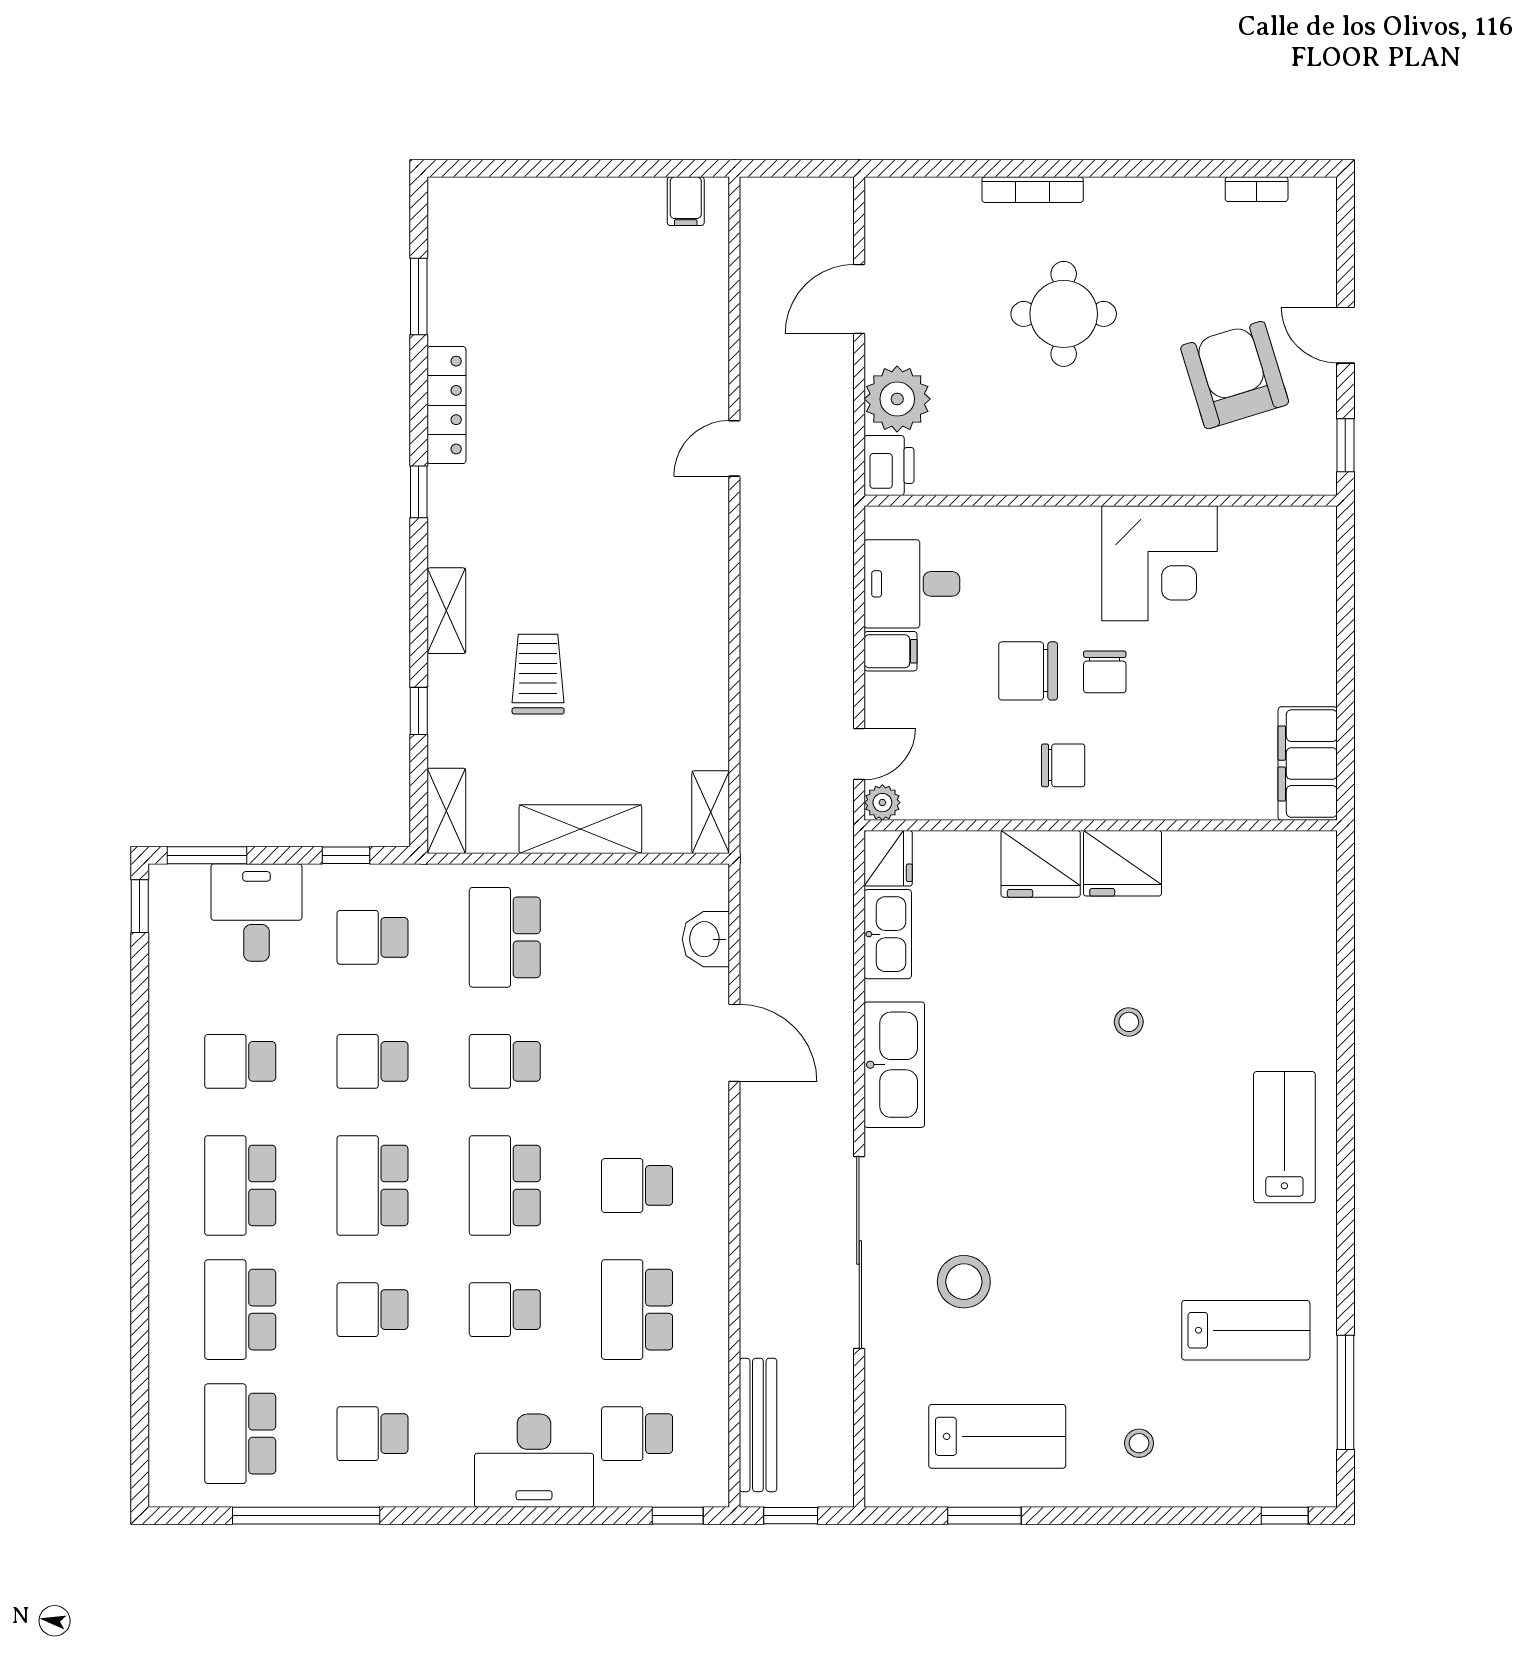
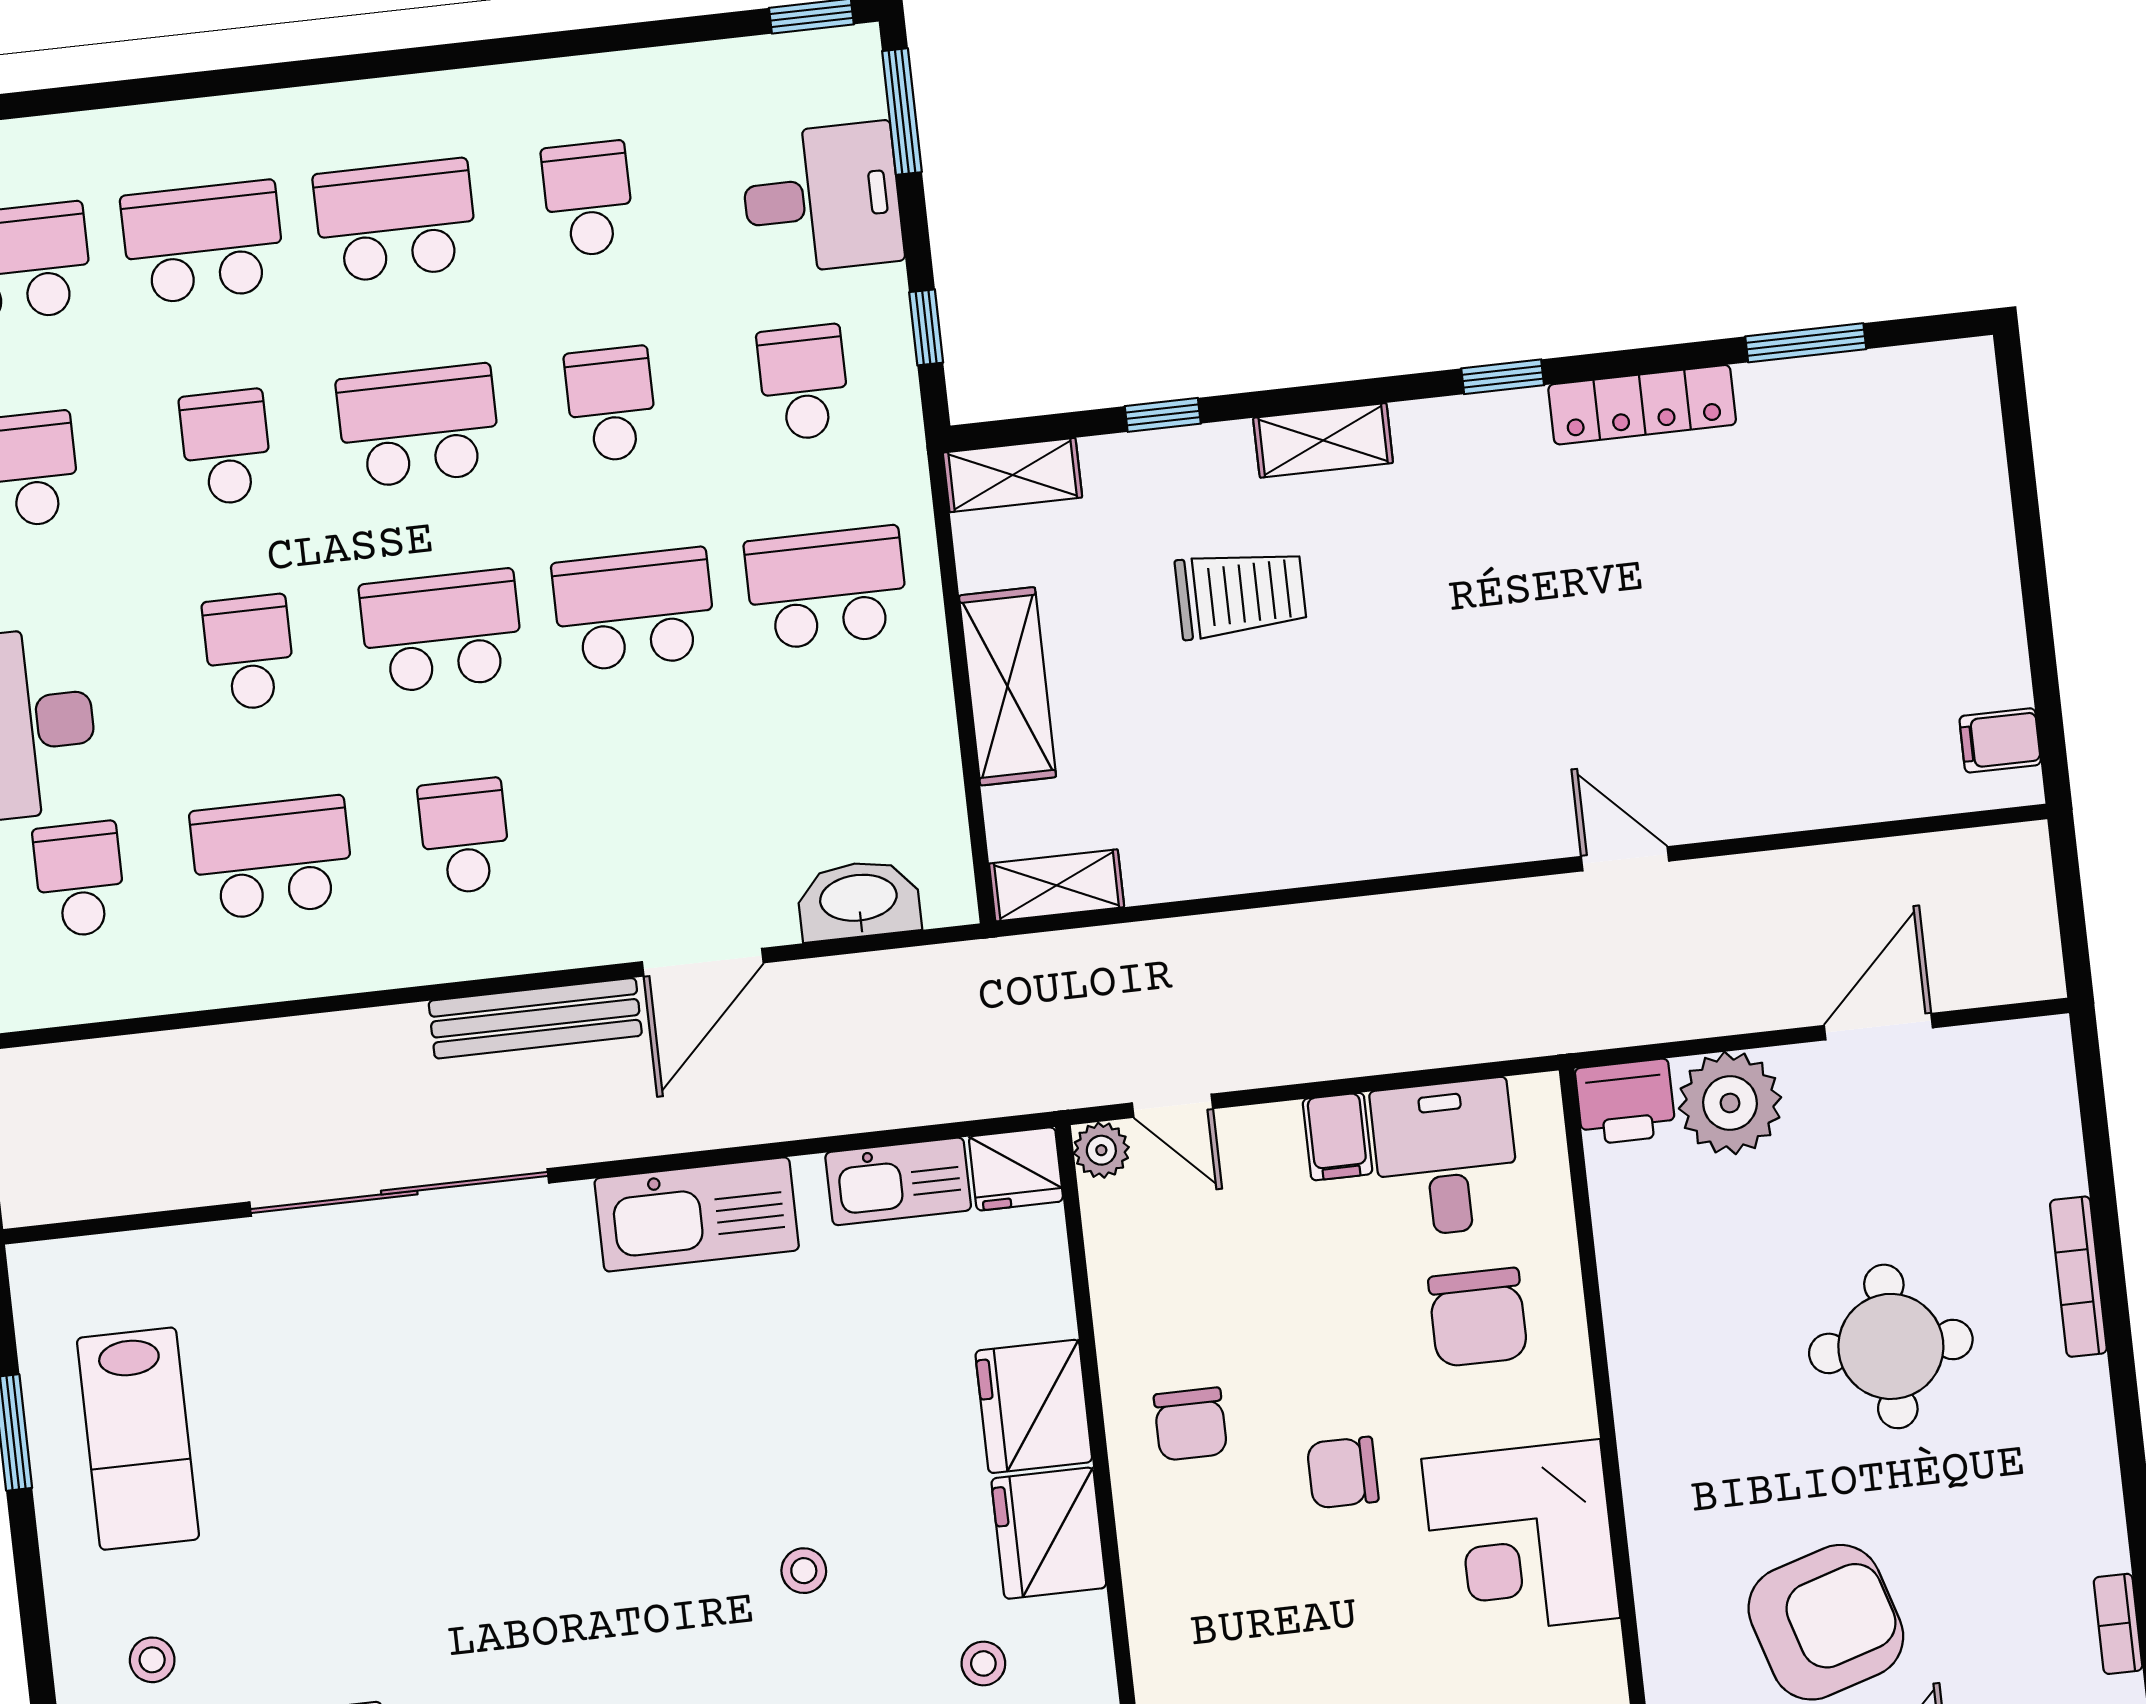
door: (859, 299) -> (1878, 1027), hinge flipped
chair: (1028, 671) -> (1478, 1317), moved, turned 180
washbasin: (706, 939) -> (859, 900), width x1.38
school desk: (505, 1061) -> (634, 609), width x1.85
stool: (964, 1282) -> (983, 1663), moved, width x0.53, depth x0.53
bench: (758, 1425) -> (535, 1018), moved

